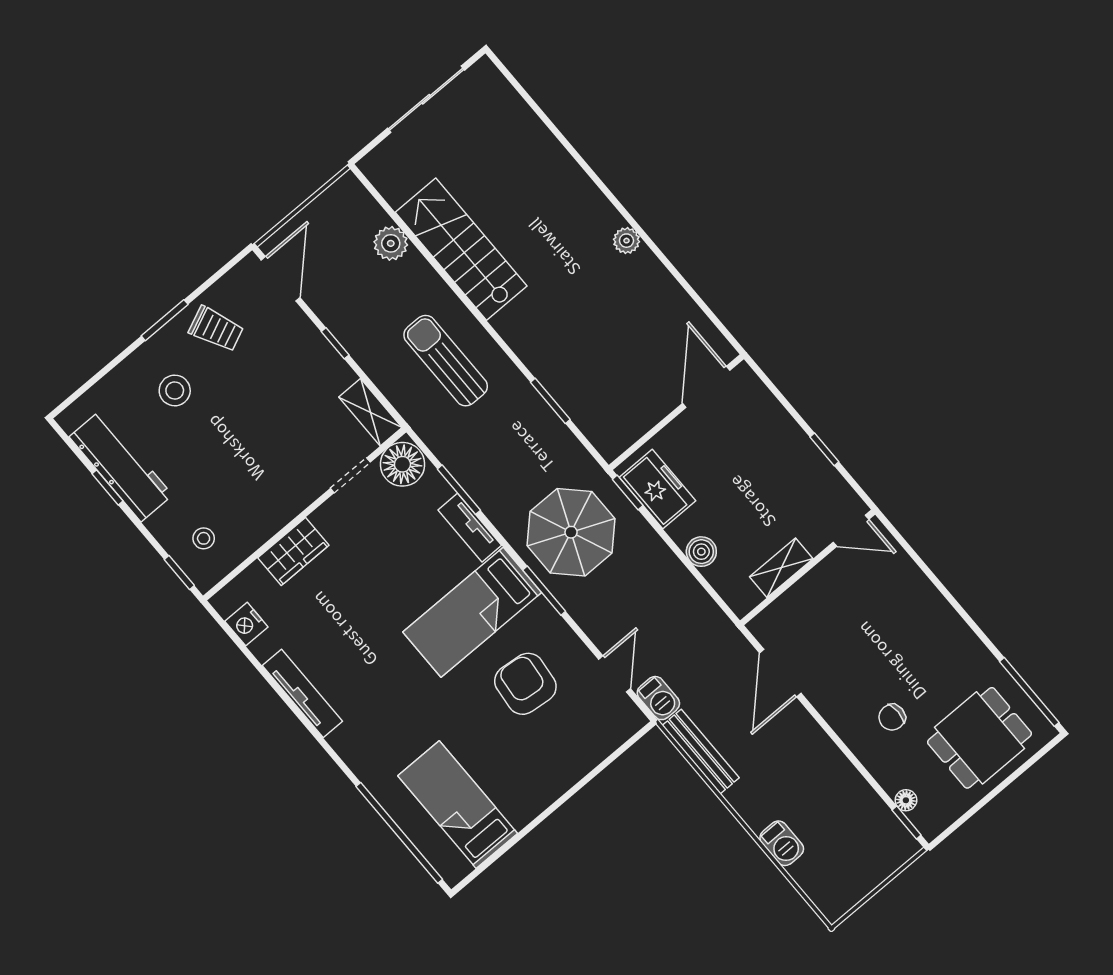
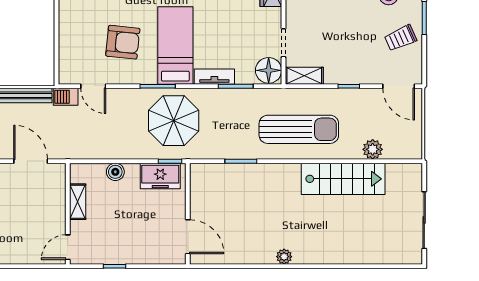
sun lounger: (446, 361) -> (299, 129), width x1.36, depth x1.34

